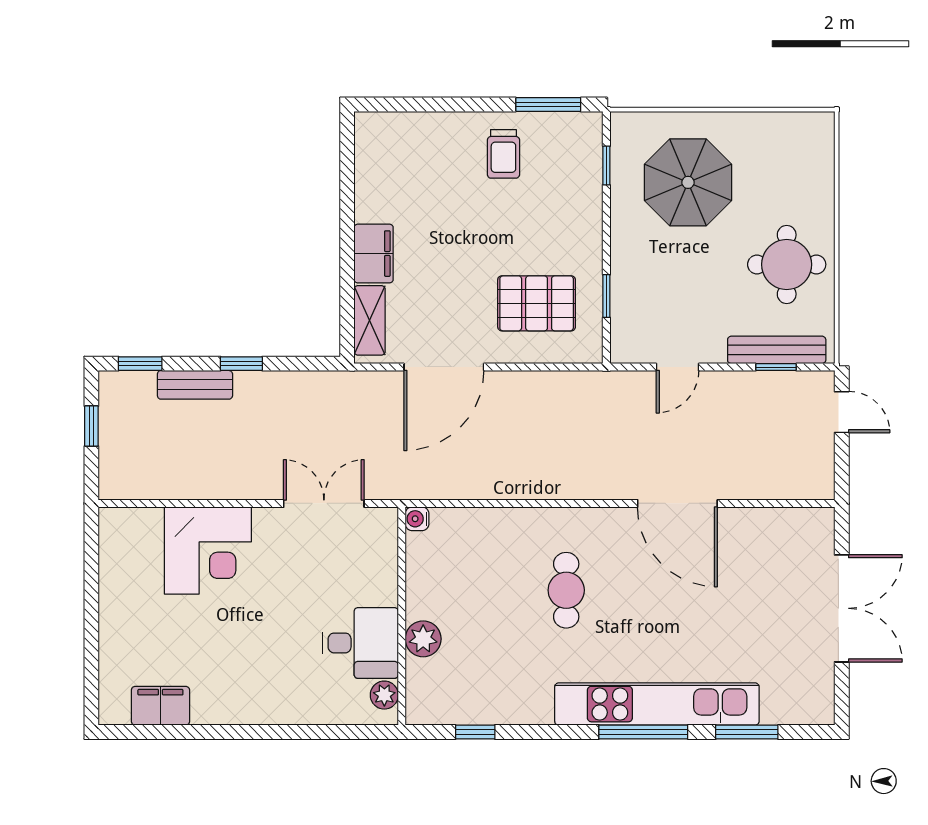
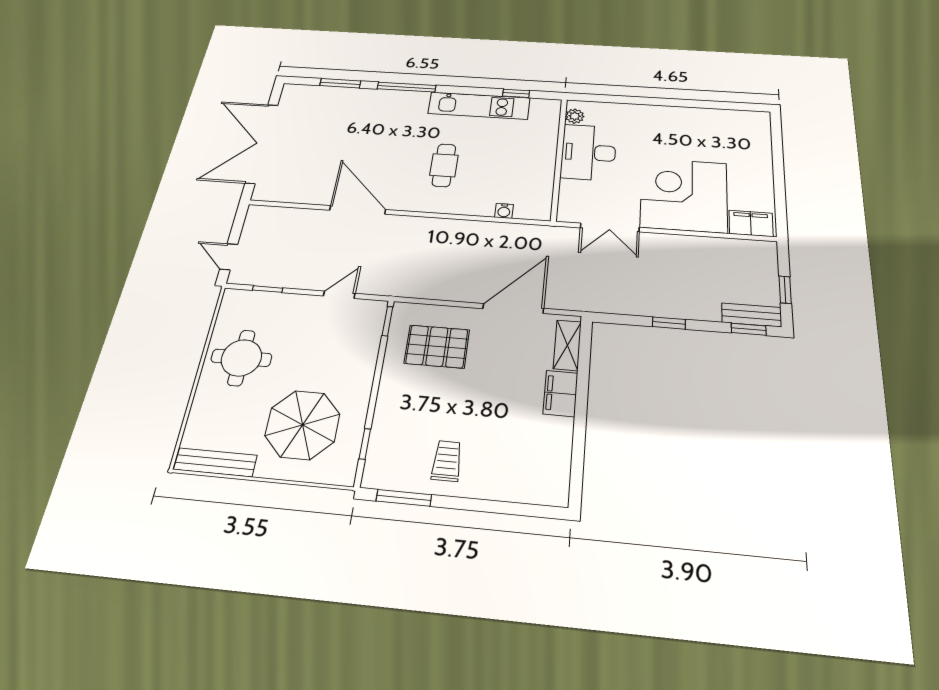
window: (606, 296) -> (387, 321), moved
bench: (777, 350) -> (215, 462), moved
bench: (195, 385) -> (752, 315), moved
water cooler: (417, 519) -> (504, 211), moved, turned 90
corner desk: (208, 550) -> (684, 195), width x1.36, depth x1.36
double door: (842, 608) -> (262, 143), width x1.36
plant: (423, 639) -> (546, 145), removed
desk: (360, 643) -> (588, 152), width x1.37
kitchen unit: (657, 704) -> (479, 106), moved, width x0.73
filing cabinet: (160, 706) -> (751, 223), moved, turned 180

